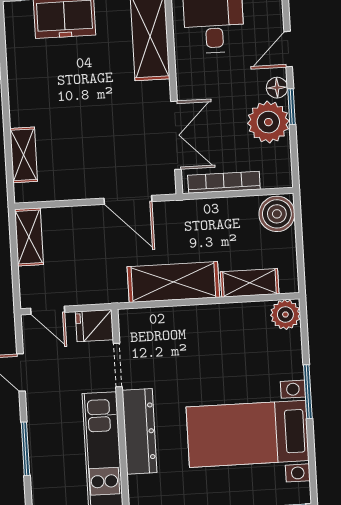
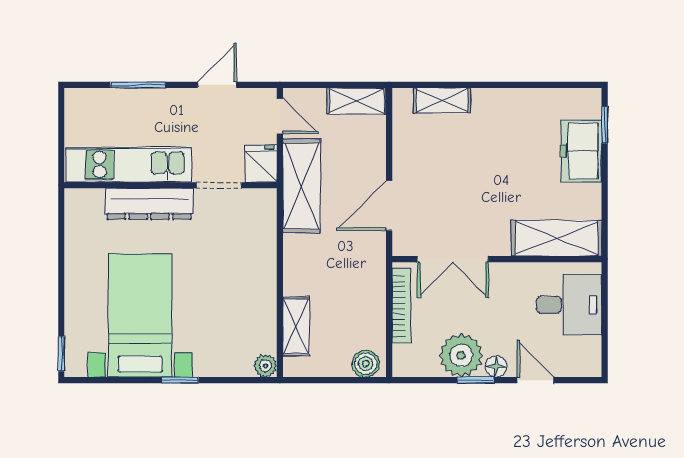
boiler: (277, 214) -> (366, 364), width x0.73, depth x0.73
shelving: (173, 282) -> (301, 186), moved
door: (48, 310) -> (280, 116), swing flipped
plant: (285, 314) -> (265, 366), width x0.73, depth x0.73
window: (308, 392) -> (180, 380), width x0.67

